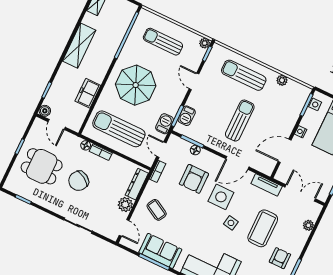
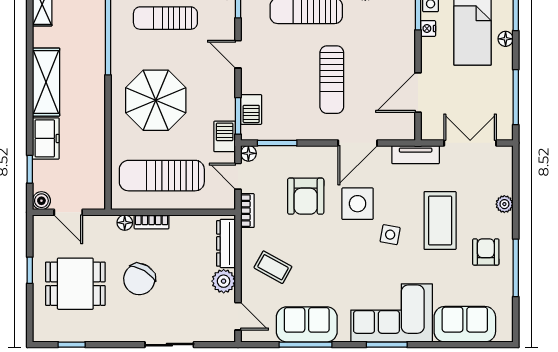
freezer: (88, 93) -> (46, 138), moved, turned 180
sun lounger: (240, 121) -> (332, 80), turned 180
nightstand: (301, 132) -> (428, 28), moved
floor lamp: (195, 150) -> (248, 153), moved
plant: (308, 225) -> (504, 204), moved

